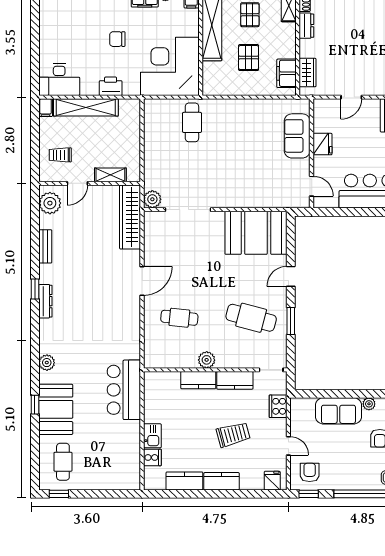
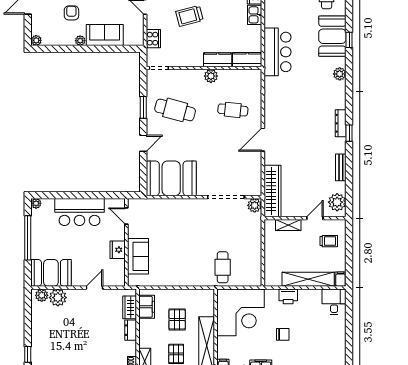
dresser: (306, 26) -> (131, 330), moved
desk: (59, 80) -> (334, 302), width x0.73
kitchen counter: (235, 380) -> (247, 60), moved

